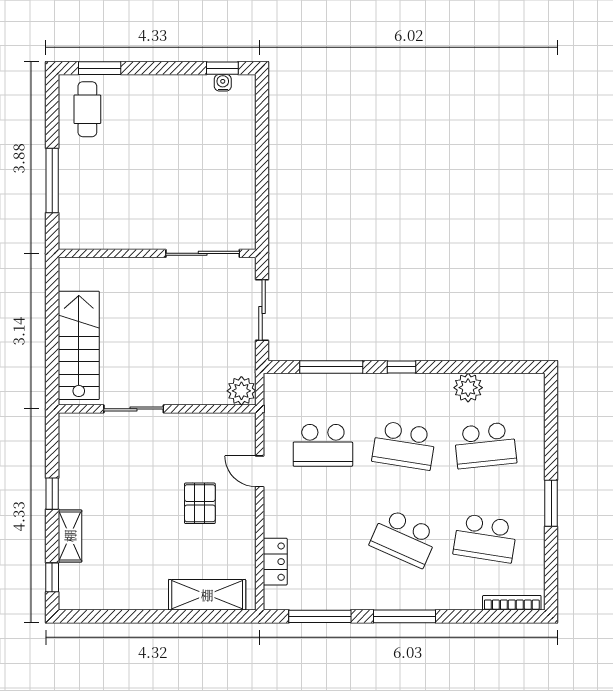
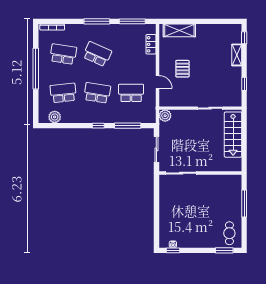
plant: (468, 388) -> (55, 117), moved
window: (52, 494) -> (244, 84), moved
window: (551, 503) -> (36, 69), width x2.11

